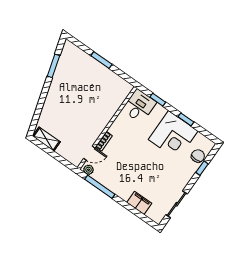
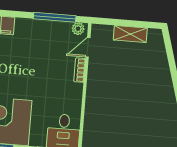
shelving: (46, 139) -> (130, 34), moved

